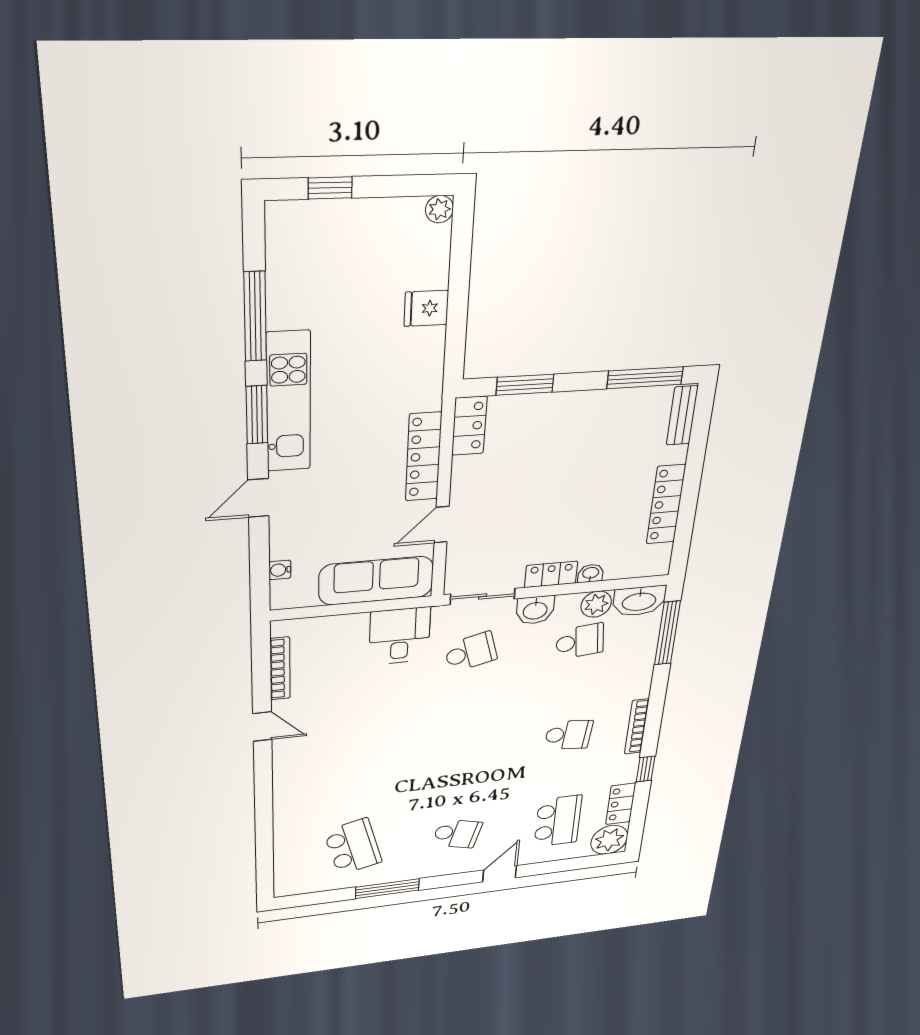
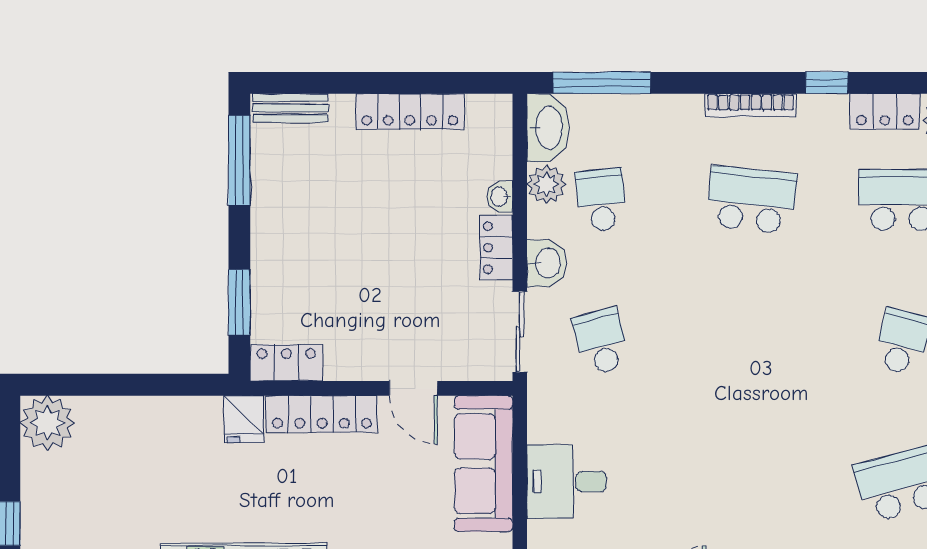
plant: (439, 209) -> (47, 423), width x1.87, depth x1.87
fridge: (426, 308) -> (244, 419), moved
desk: (400, 636) -> (567, 482), moved
school desk: (568, 735) -> (752, 200), width x1.85

